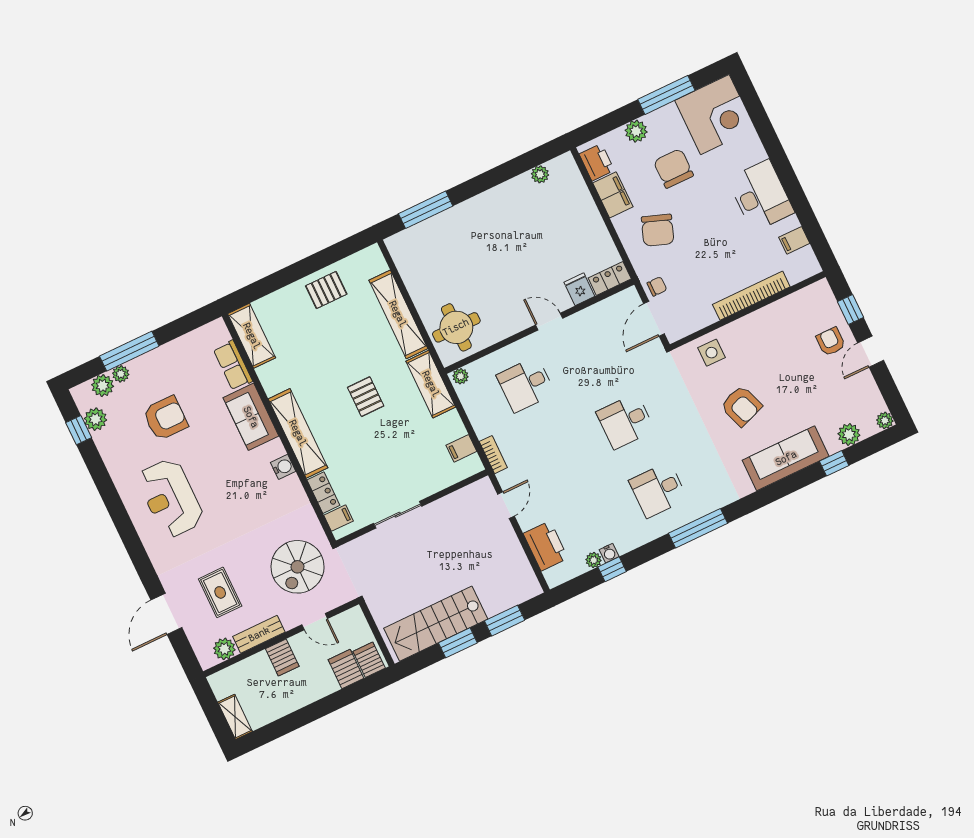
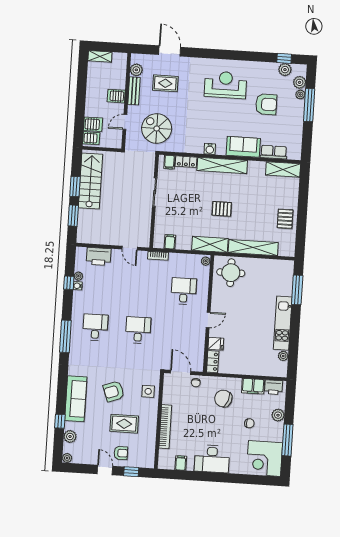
chair: (673, 168) -> (249, 423), width x0.54, depth x0.54
kitchen unit: (490, 203) -> (283, 323), added
rug: (782, 362) -> (124, 424), added
armchair: (165, 418) -> (266, 104), turned -90

